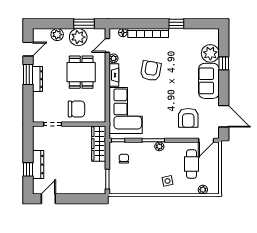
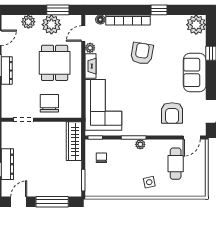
plant: (210, 53) -> (196, 25), moved
armchair: (151, 71) -> (142, 53), moved
chair: (76, 109) -> (49, 103), turned -90
plant: (203, 190) -> (188, 192), removed
window: (79, 199) -> (52, 202), added

